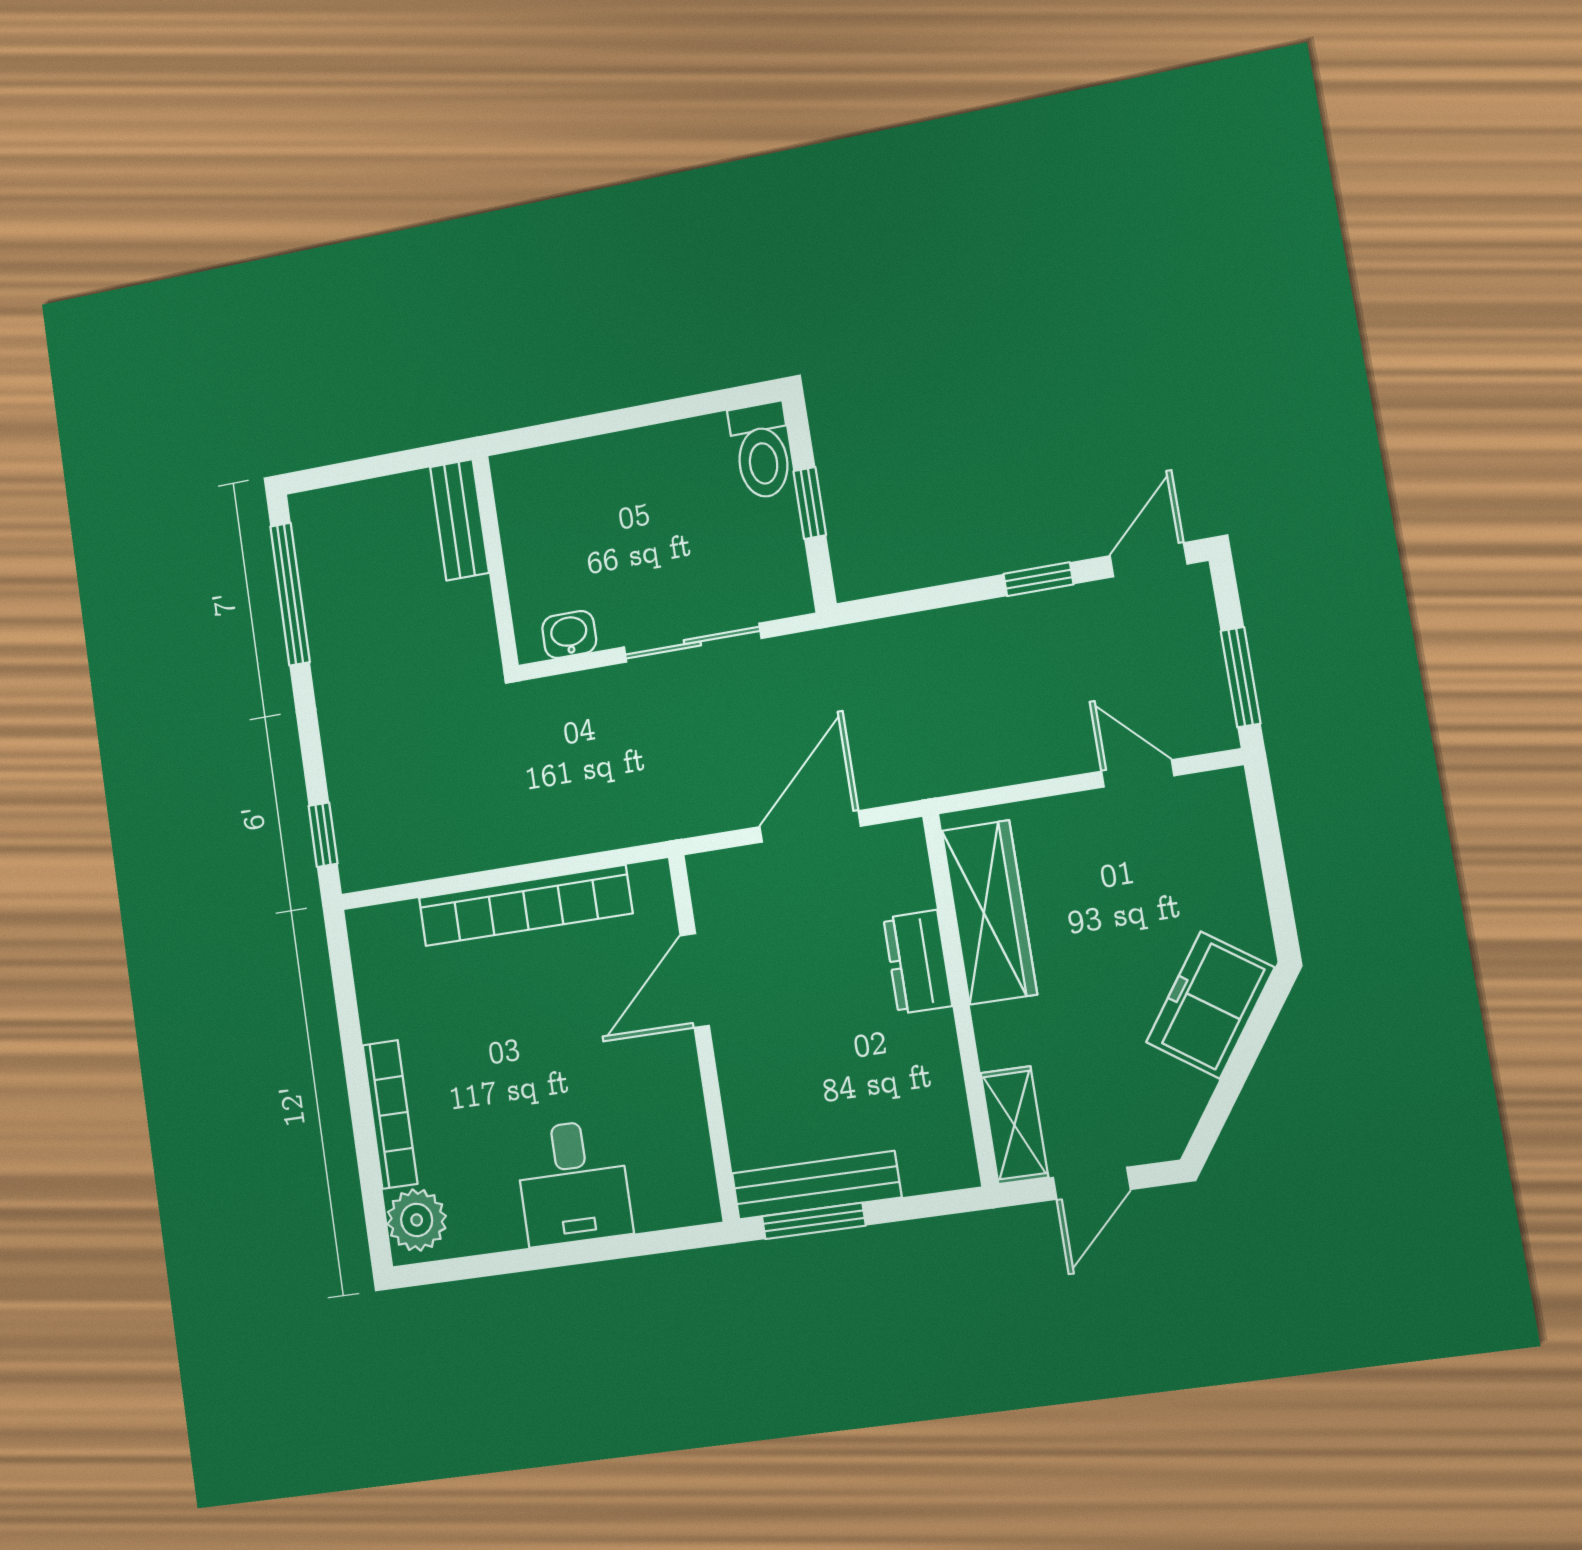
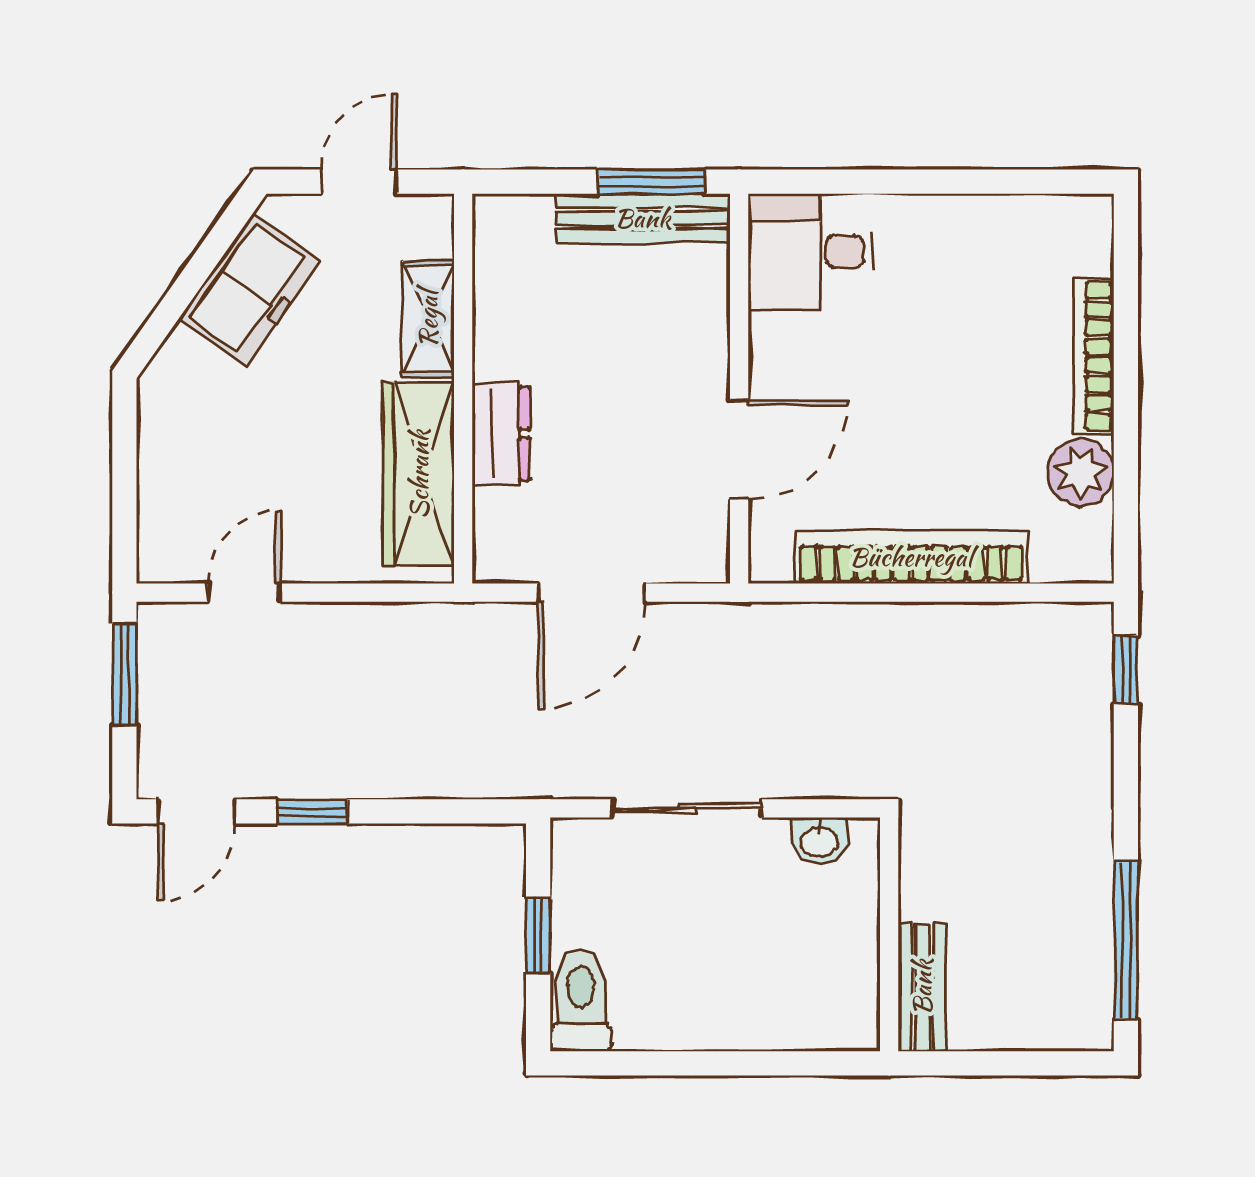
door: (1138, 773) -> (244, 593), swing flipped
freezer: (1210, 1005) -> (250, 290), moved
shelving: (1014, 1125) -> (428, 319), moved
desk: (573, 1182) -> (811, 252), moved, turned -90
plant: (417, 1220) -> (1081, 472), moved

